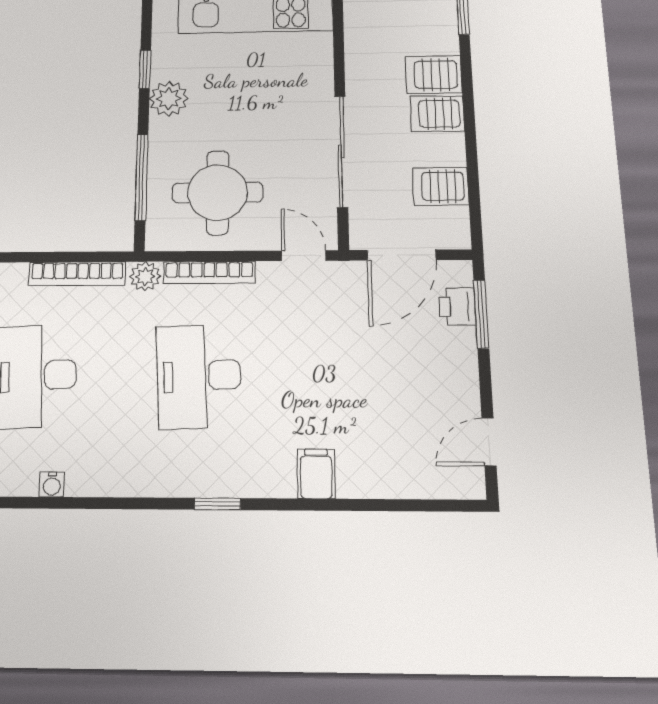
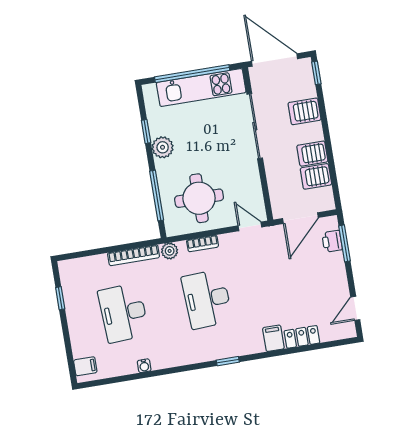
server rack: (437, 114) -> (312, 154), moved
sliding door: (341, 151) -> (255, 126), moved
bookcase: (209, 272) -> (203, 243), width x0.64
locker: (374, 481) -> (302, 337), added

